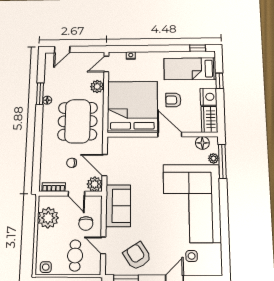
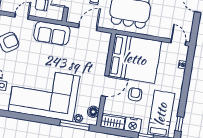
plant: (97, 86) -> (159, 31), removed
plant: (95, 184) -> (73, 17), removed

